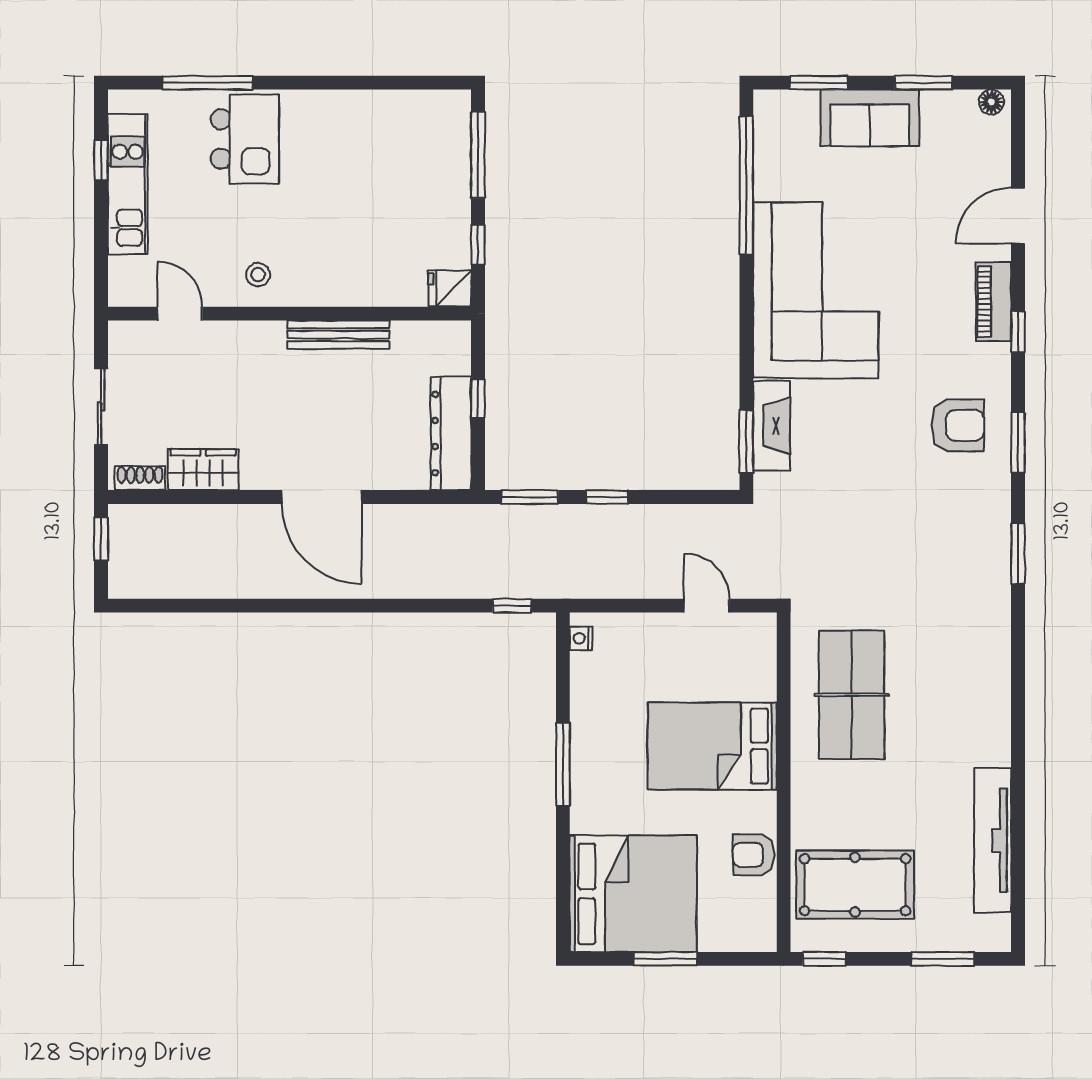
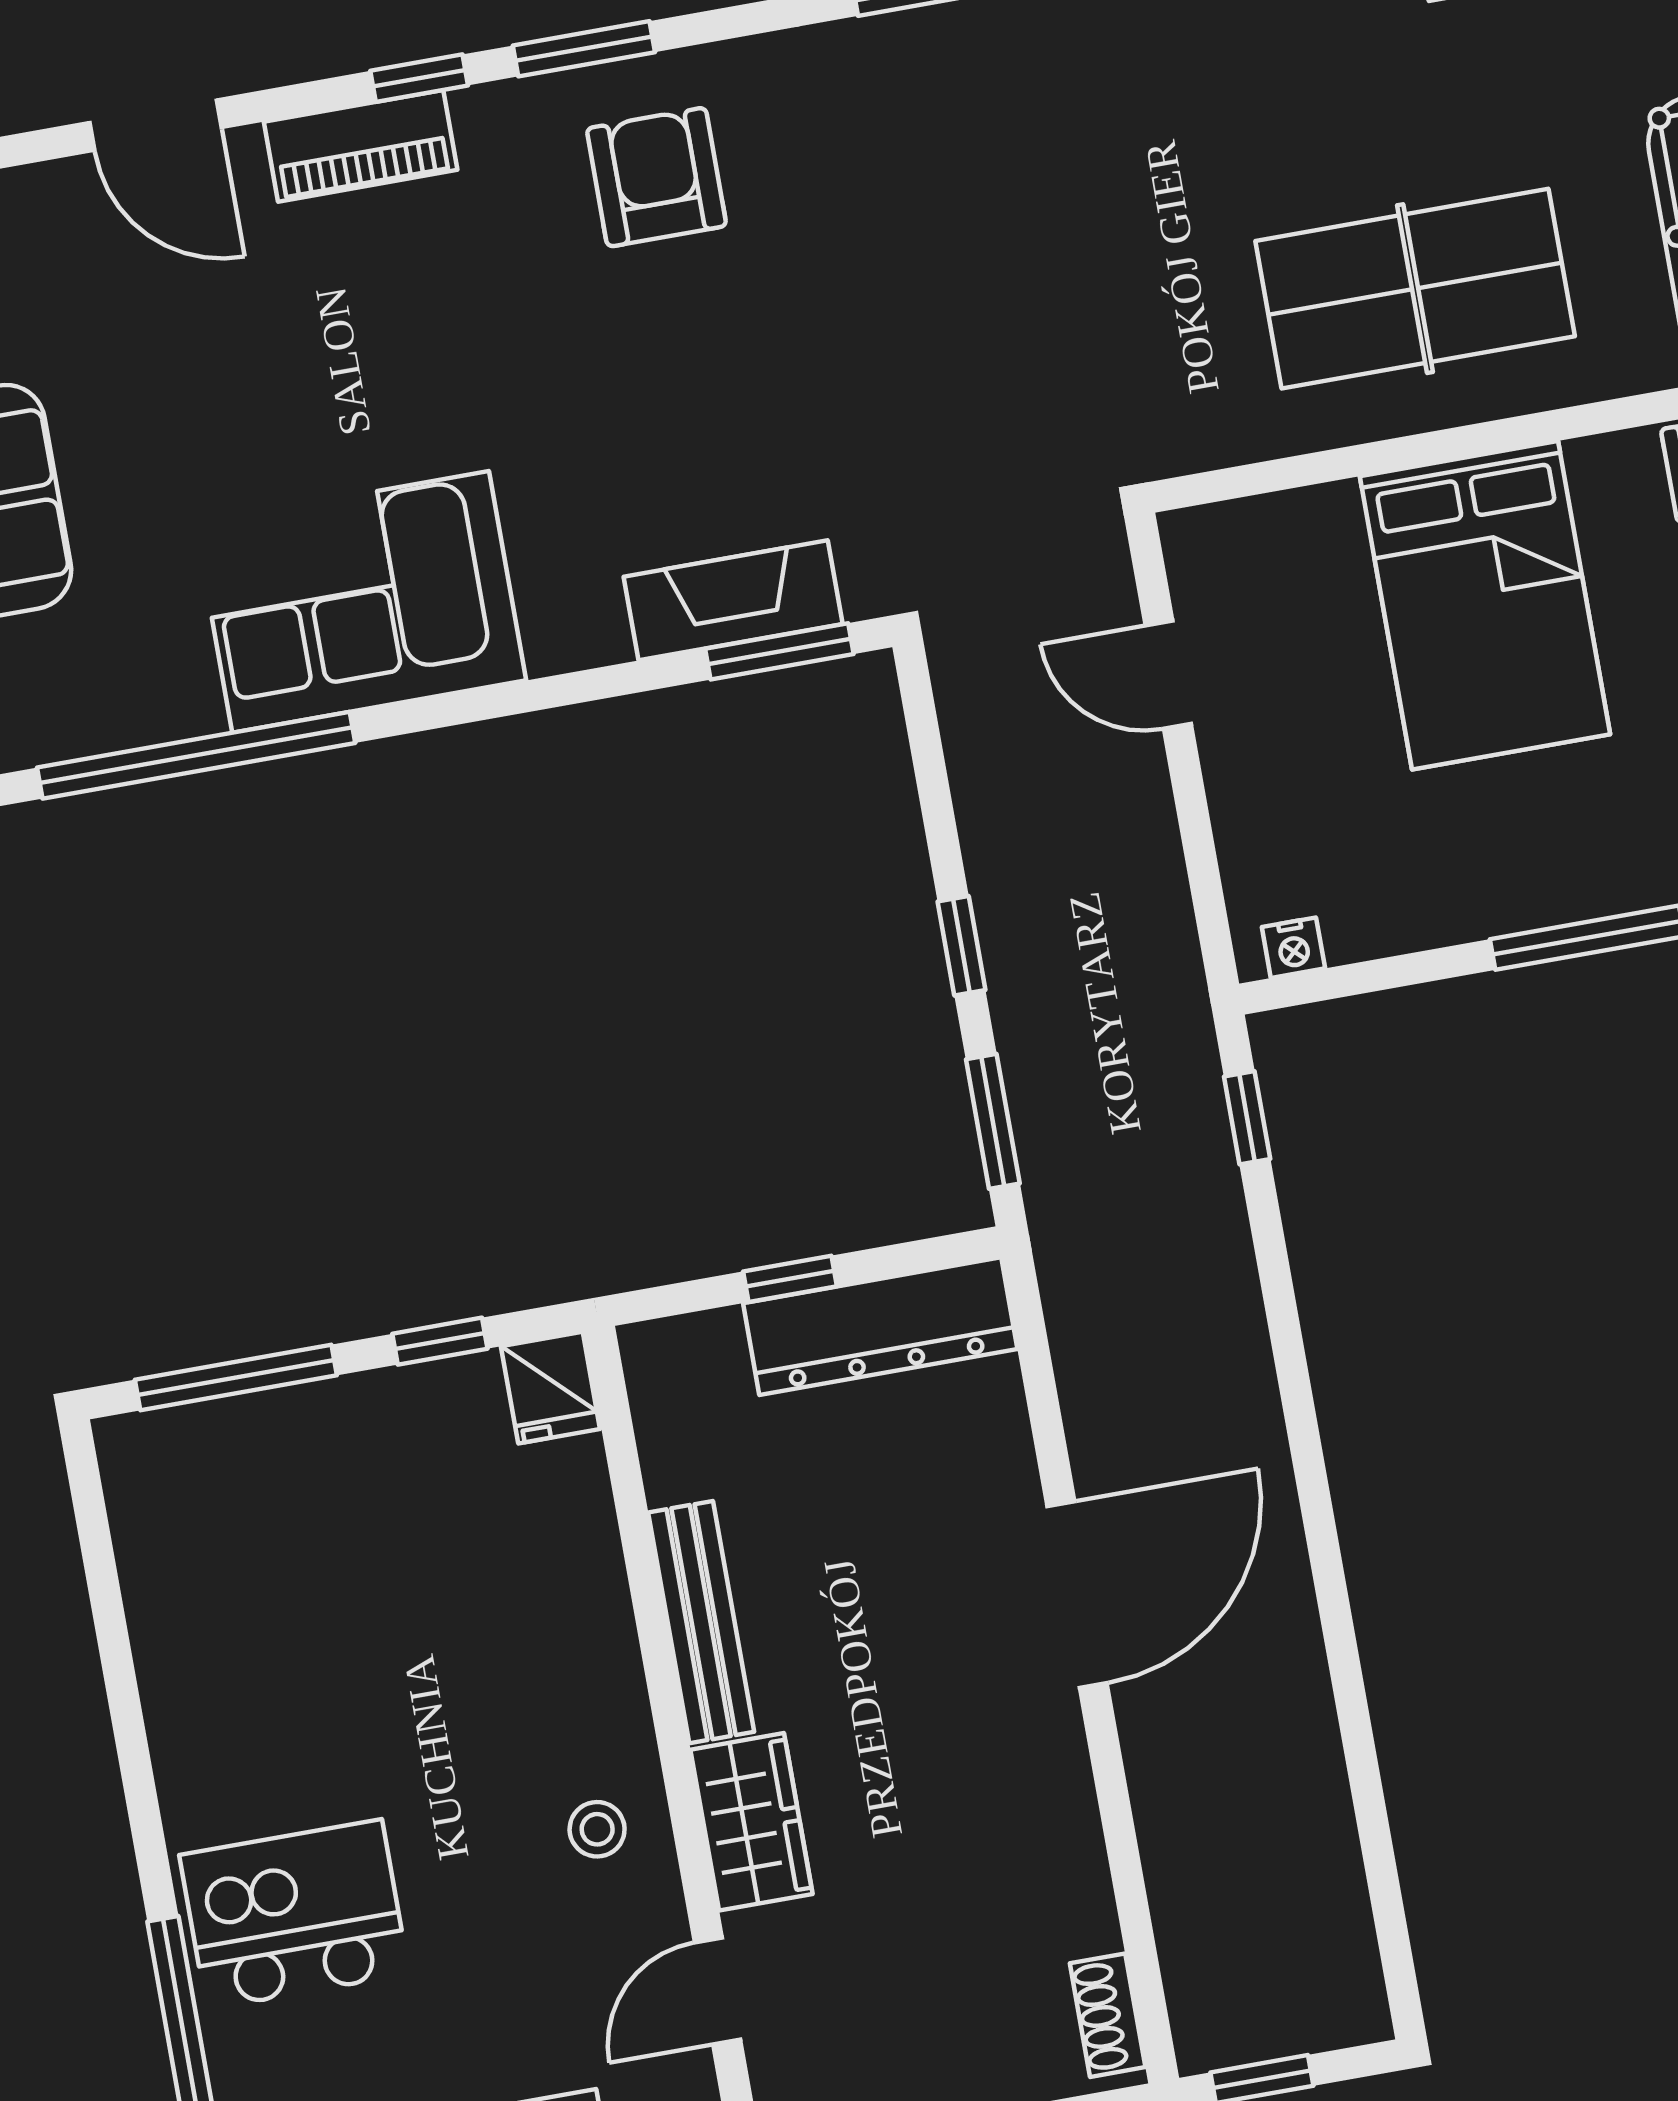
corner sofa: (816, 290) -> (361, 602), width x0.73, depth x0.74
window: (1018, 442) -> (584, 49), moved
wardrobe: (203, 470) -> (751, 1822), moved, turned 180
door: (707, 606) -> (1168, 675), hinge flipped
table tennis table: (852, 695) -> (1415, 289), moved

